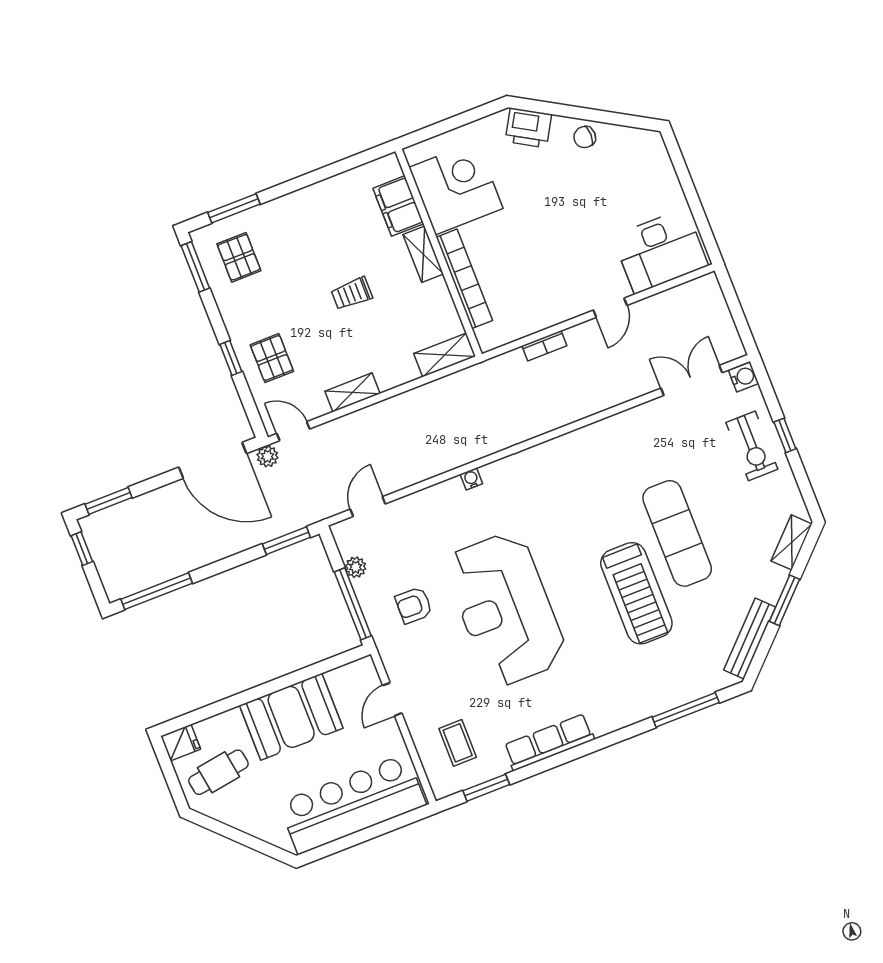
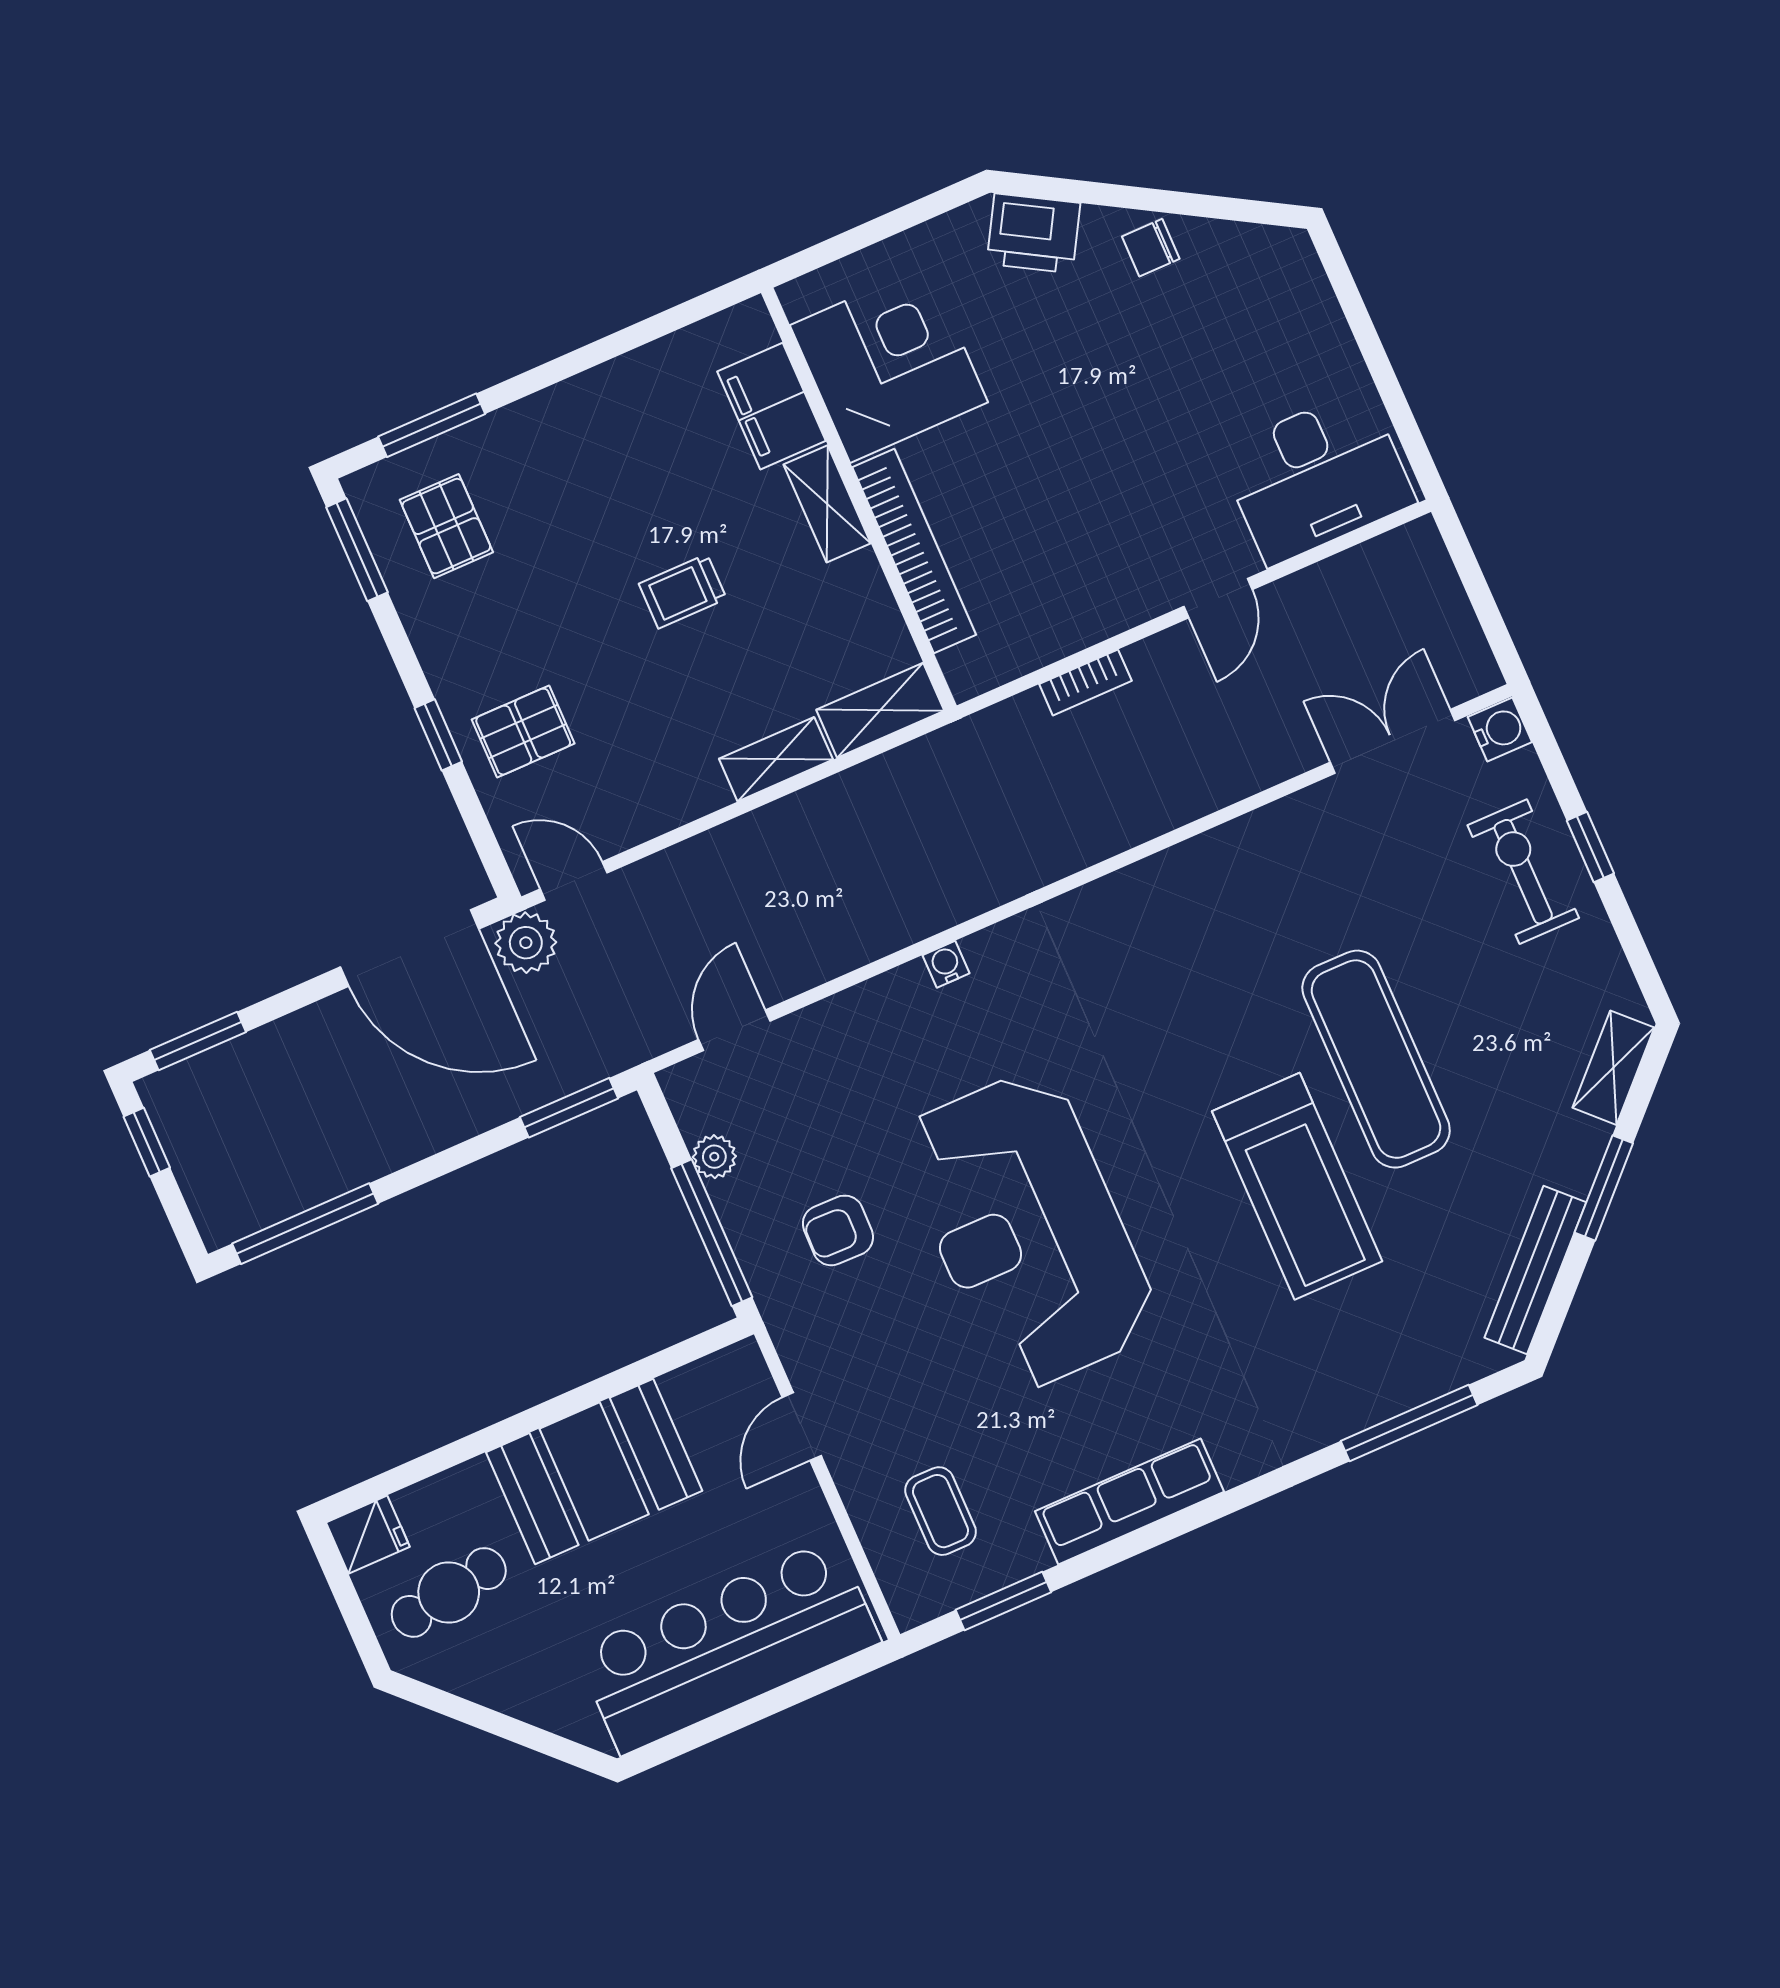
pallet: (272, 358) -> (523, 732), turned 90
shelving: (352, 392) -> (776, 759), moved
exercise bike: (752, 446) -> (1523, 872), turned 180
plant: (267, 456) -> (526, 943), width x1.38, depth x1.38

